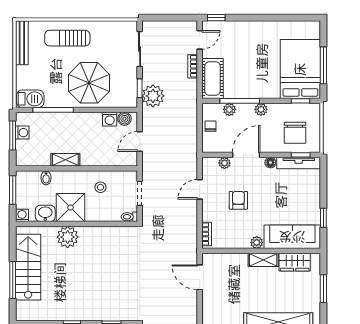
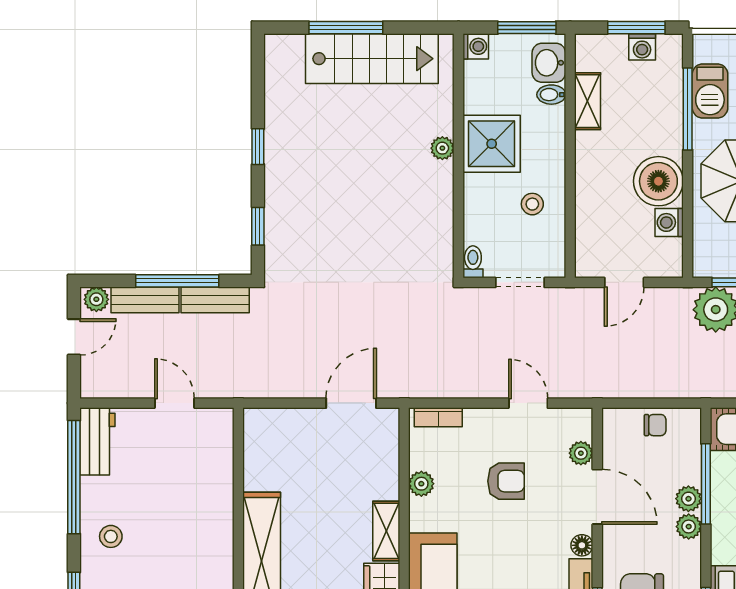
barbecue: (30, 99) -> (710, 91), moved
plant: (229, 109) -> (688, 499), moved
boiler: (124, 119) -> (658, 181), moved, width x1.86, depth x1.86
door: (140, 142) -> (624, 282), swing flipped
shelving: (65, 160) -> (587, 101), moved
washbasin: (45, 213) -> (549, 63), moved, turned 180
plant: (68, 237) -> (442, 148), width x0.53, depth x0.53
plant: (257, 242) -> (421, 484), moved

